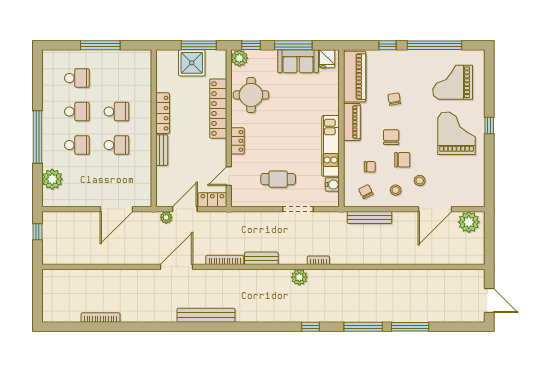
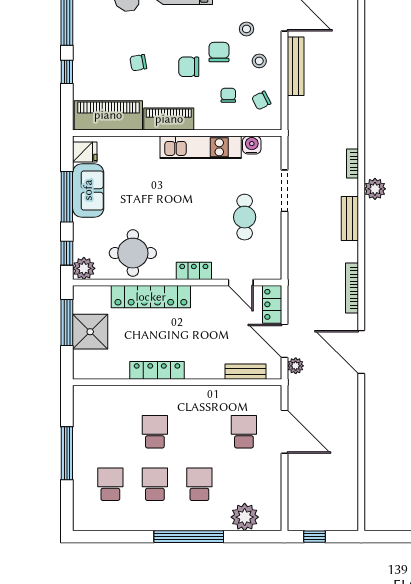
school desk: (116, 145) -> (244, 432), moved
bench: (162, 150) -> (246, 372), moved
bench: (370, 218) -> (296, 66), moved
bench: (261, 258) -> (350, 219), moved

